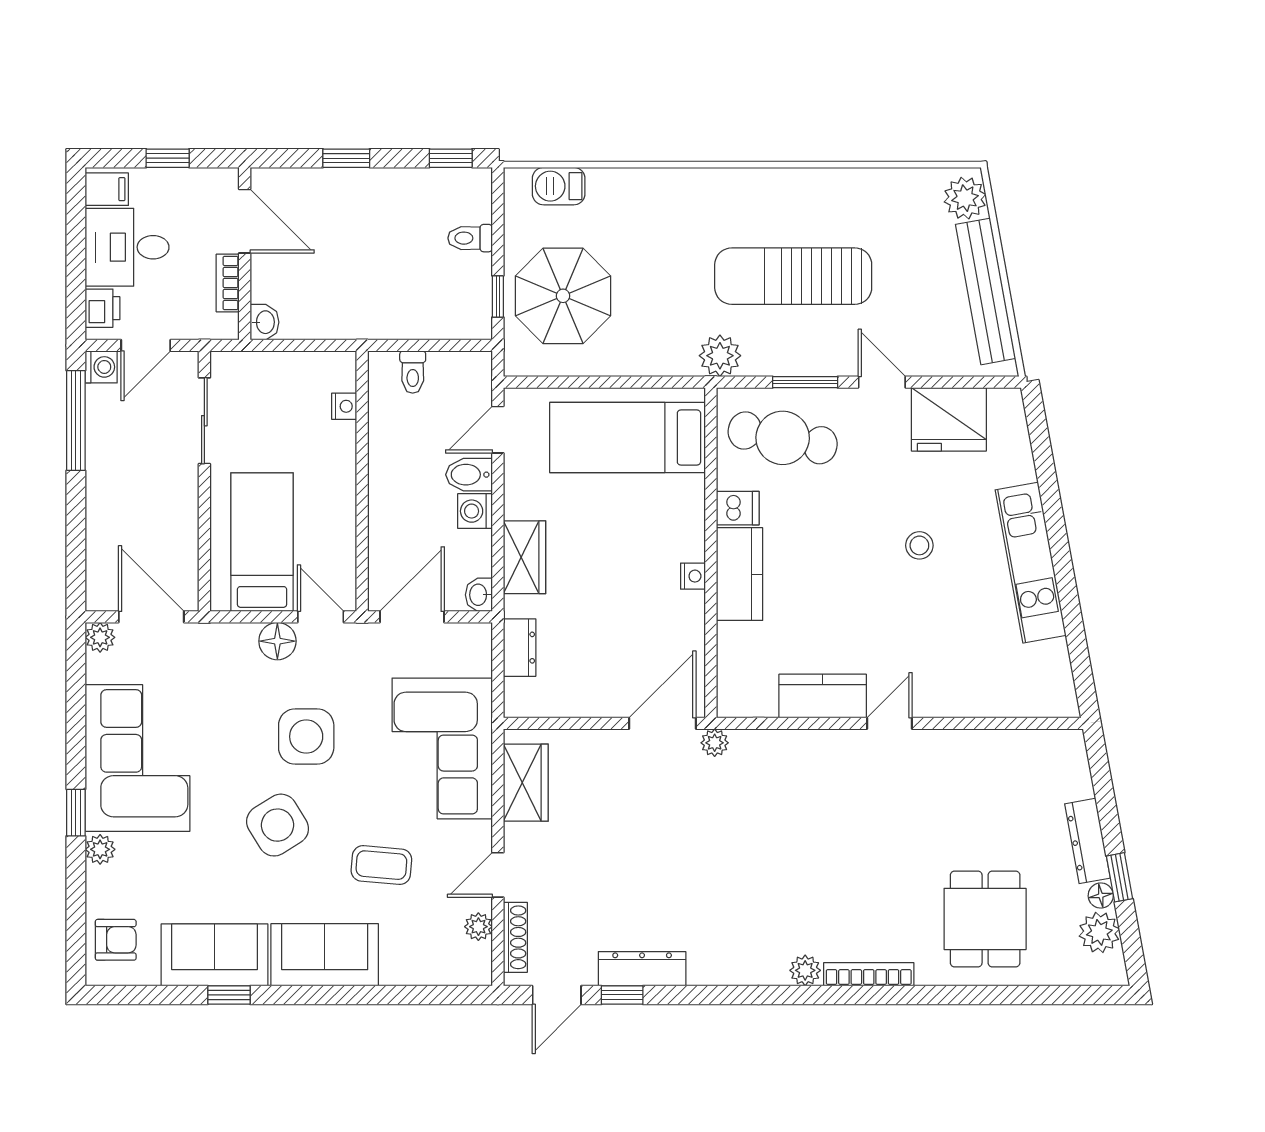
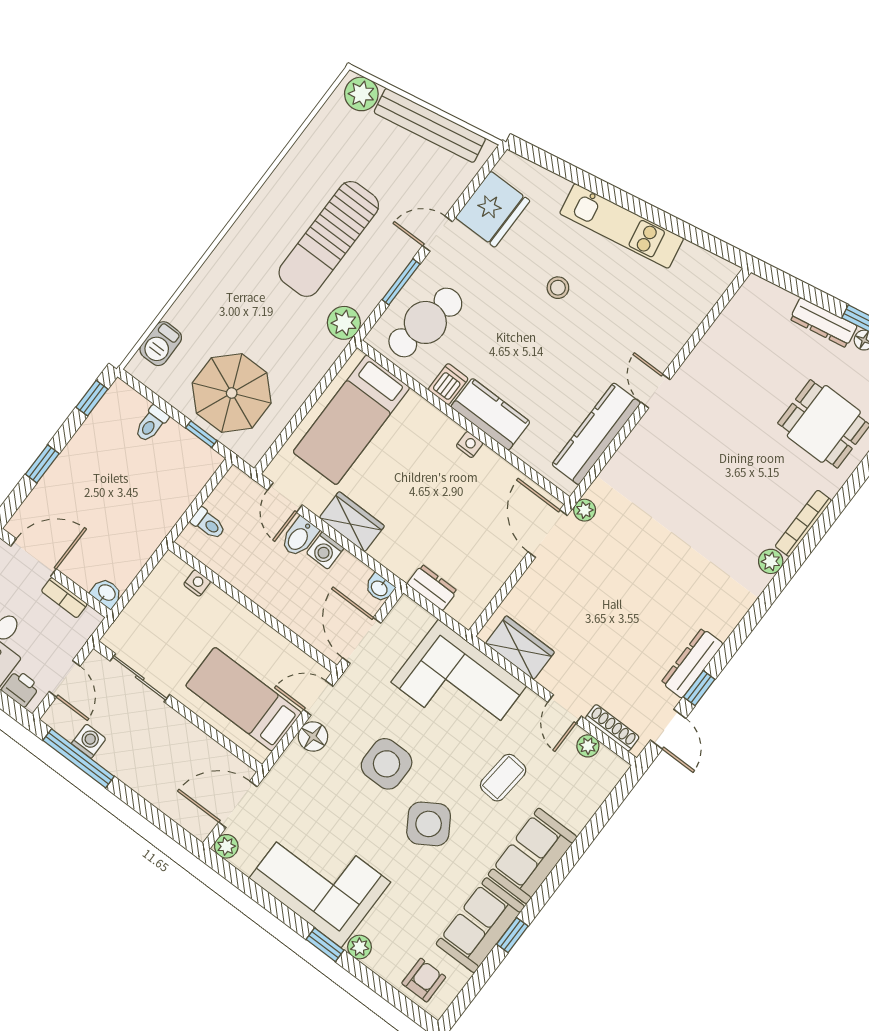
washing machine: (101, 367) -> (89, 741), moved
wardrobe: (525, 557) -> (352, 522), moved
kitchen counter: (823, 696) -> (596, 434), width x1.50

